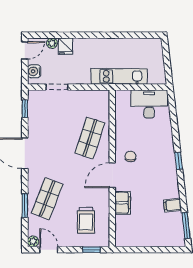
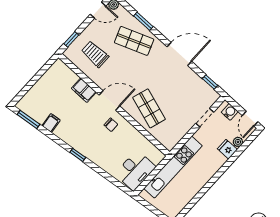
kitchen unit: (119, 76) -> (173, 167), width x1.36
door: (112, 175) -> (109, 100), hinge flipped
shop shelf: (47, 199) -> (134, 41), turned -42

